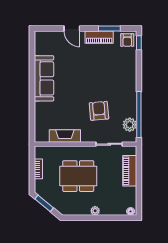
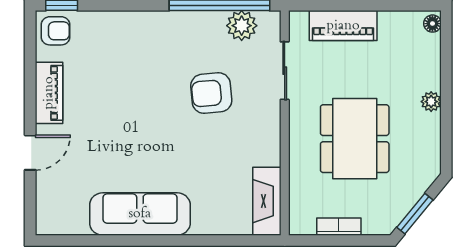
window: (109, 28) -> (30, 70), removed
fireplace: (65, 136) -> (267, 201), moved

